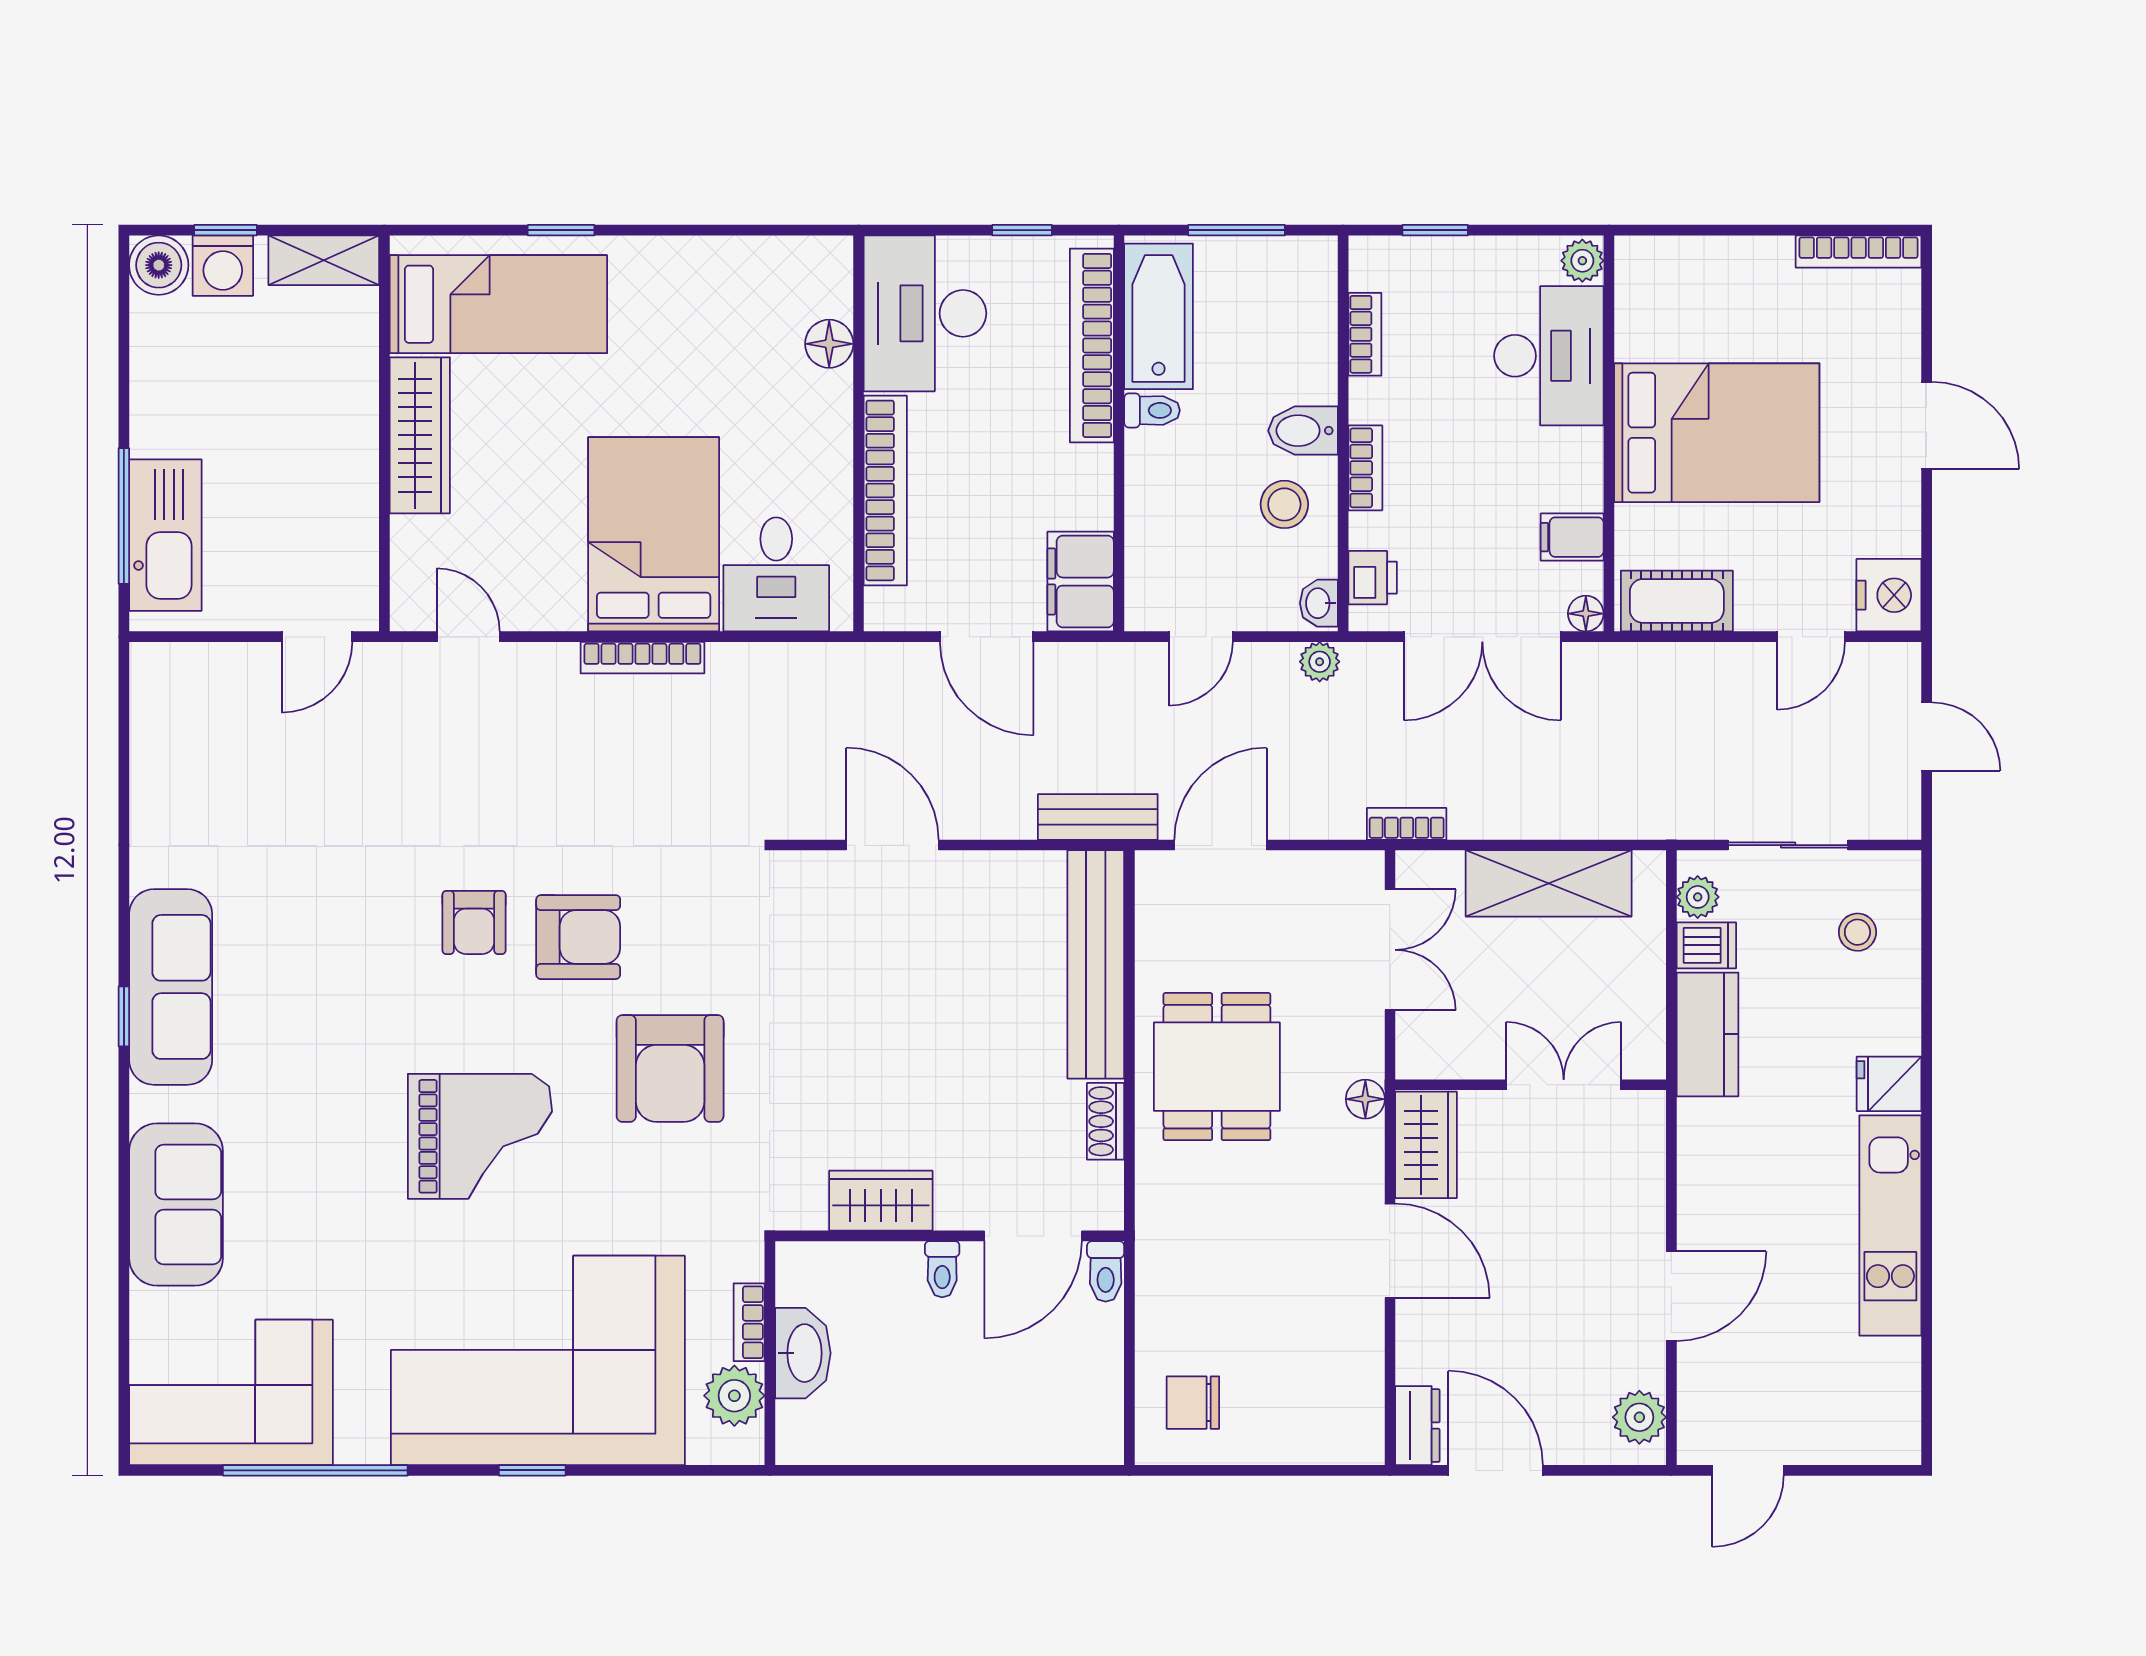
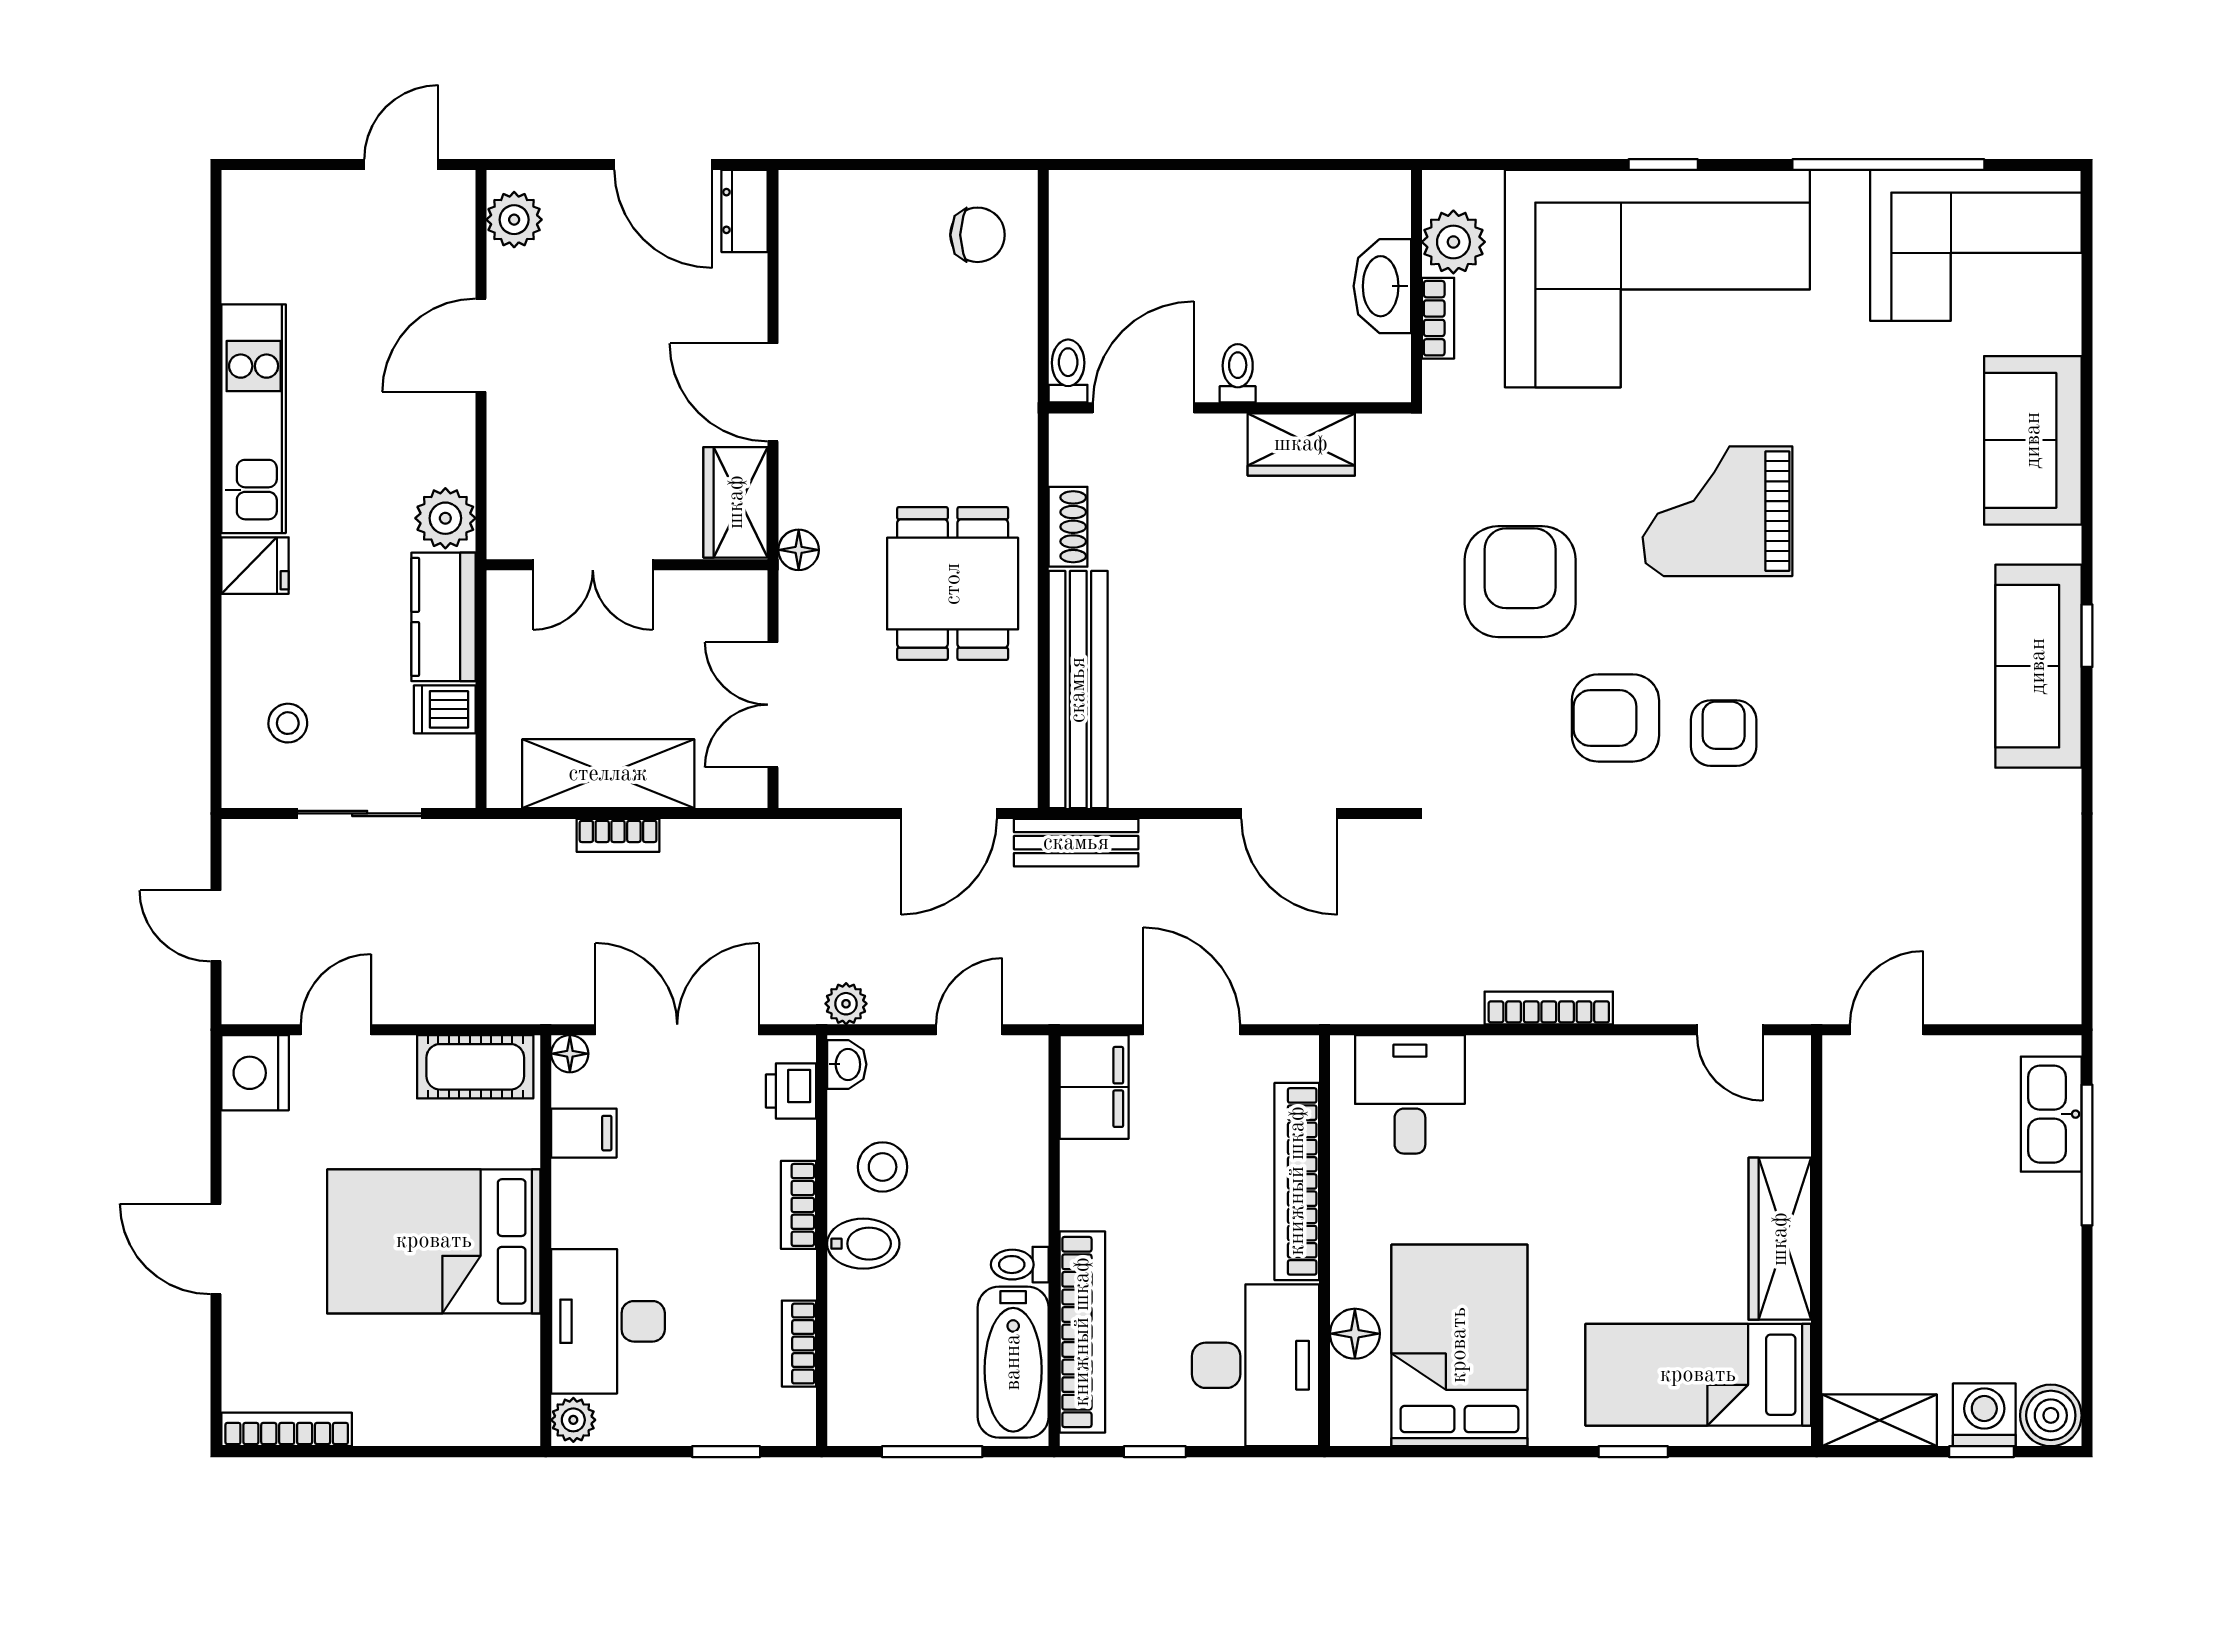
bed: (654, 534) -> (1459, 1345), moved, turned 180
kitchen sink: (165, 535) -> (2051, 1114), width x0.73, depth x0.81
bookcase: (1407, 824) -> (618, 835), moved
plant: (1698, 897) -> (445, 518), moved, width x1.38, depth x1.38

